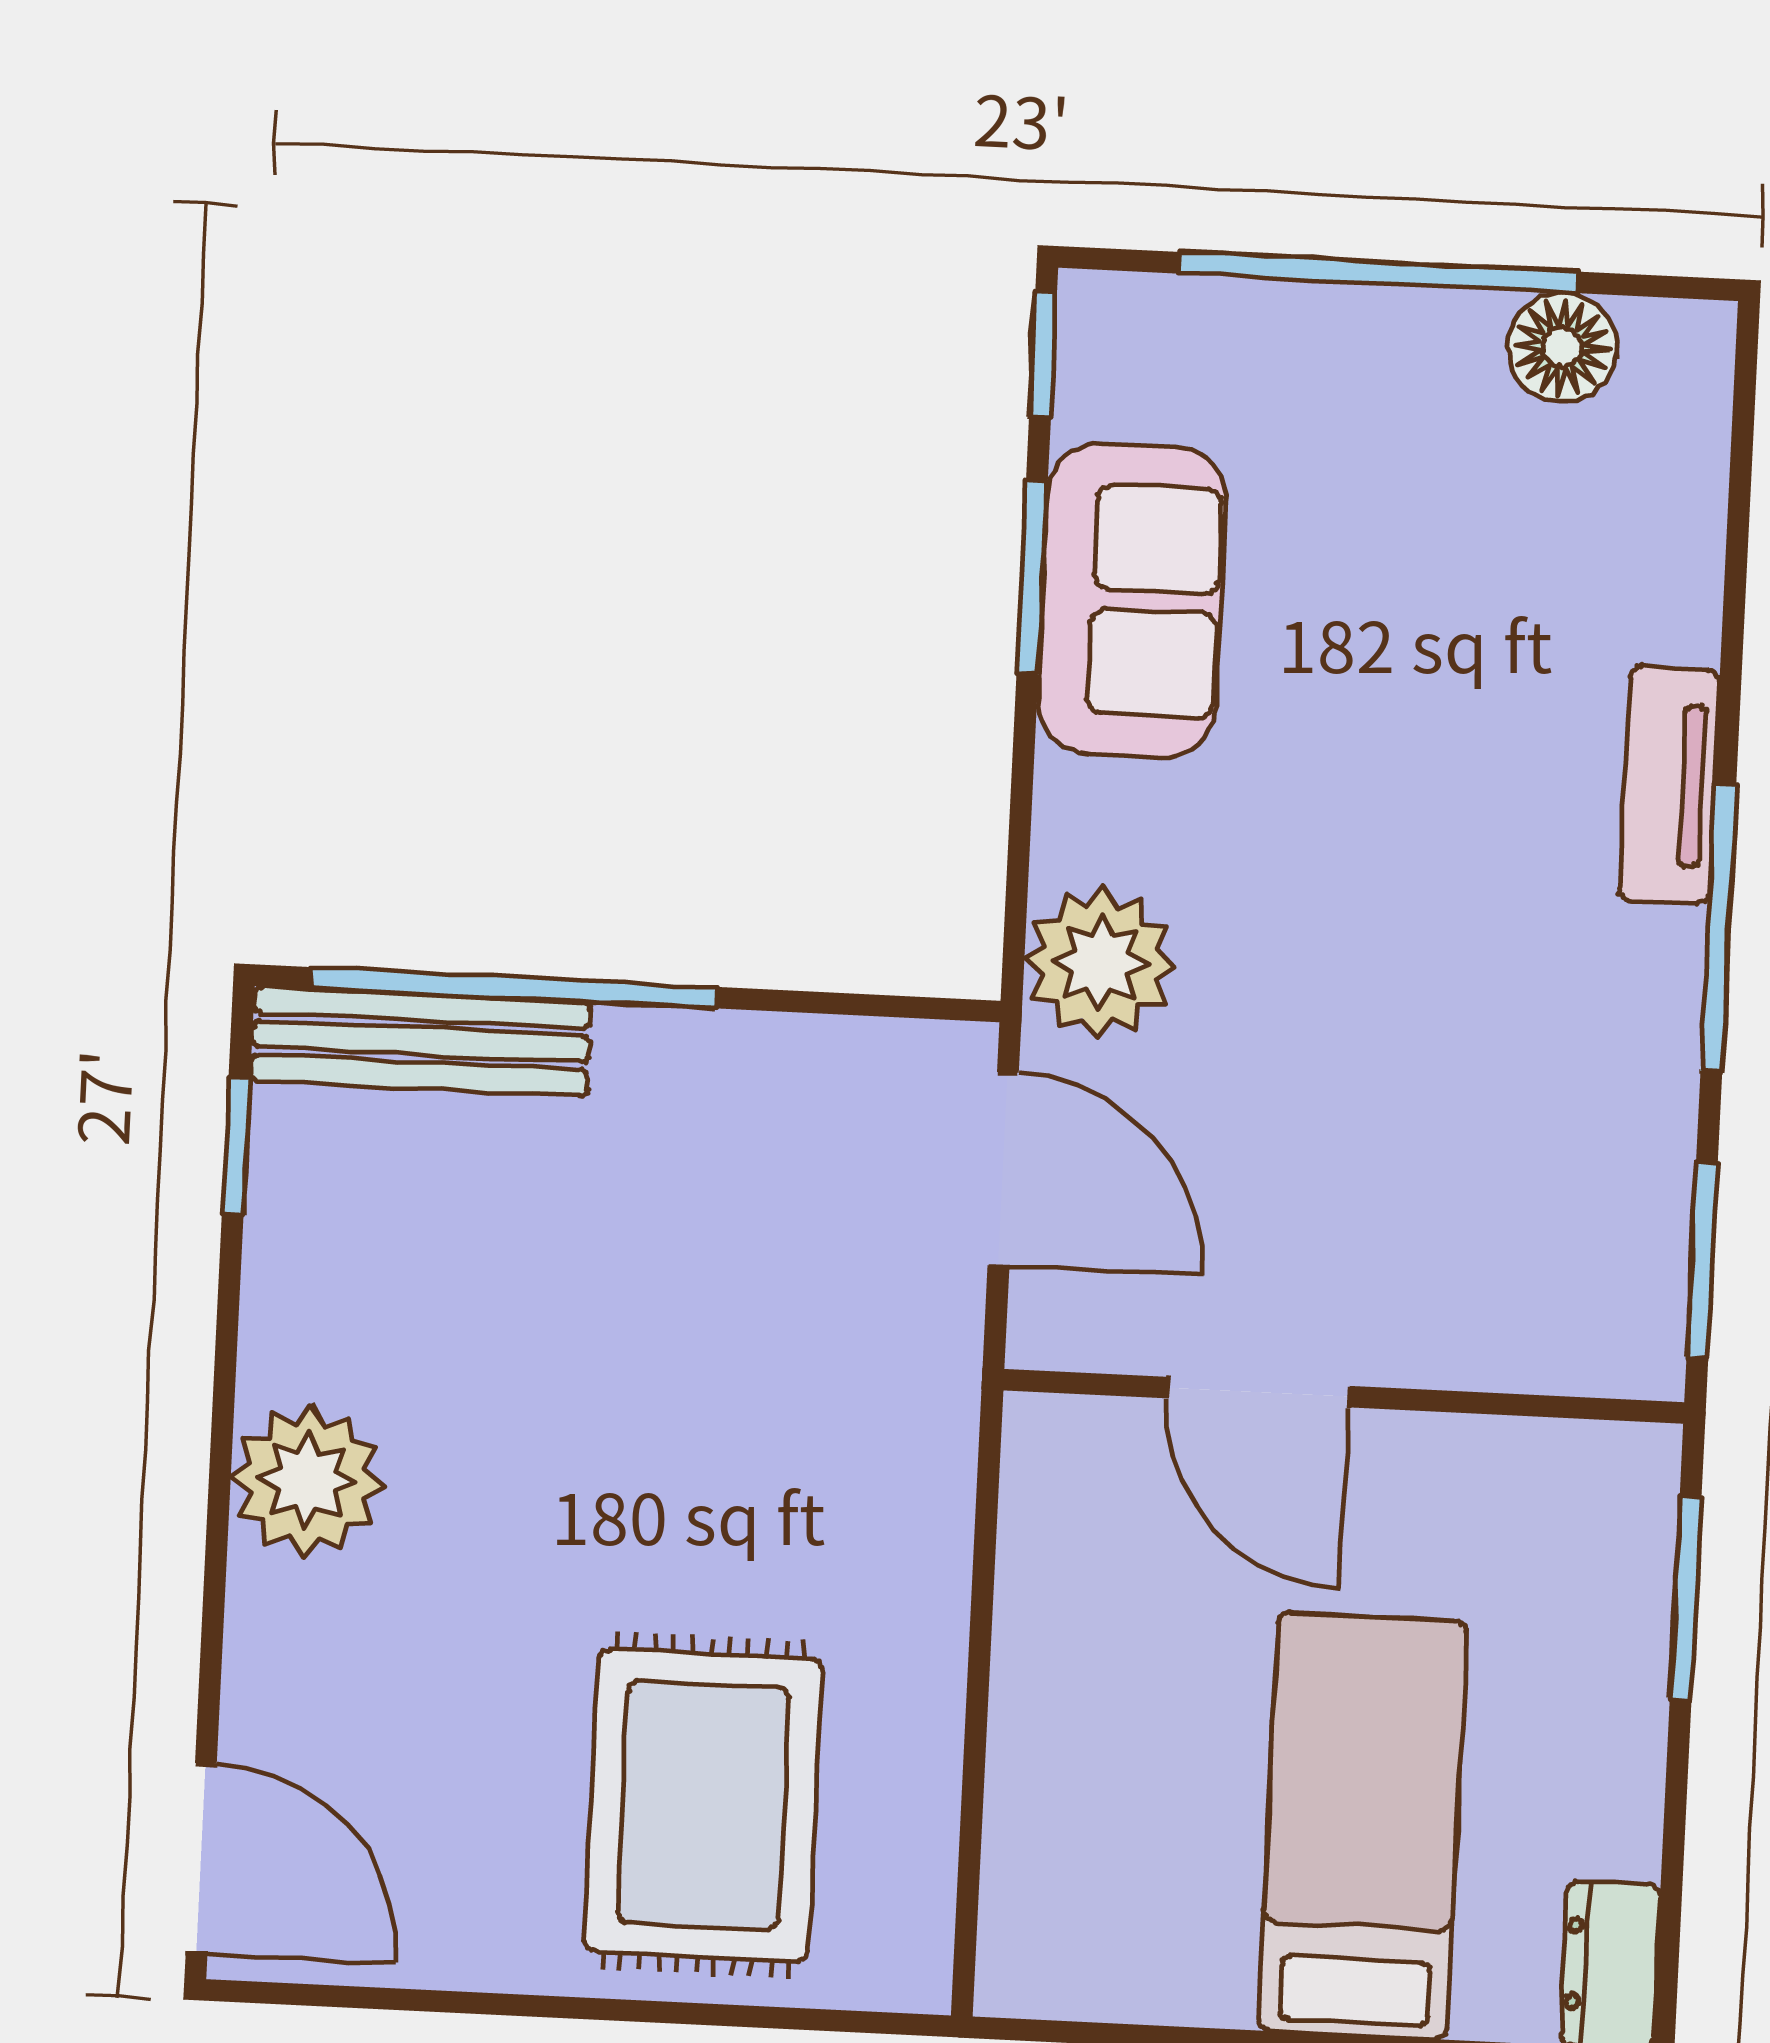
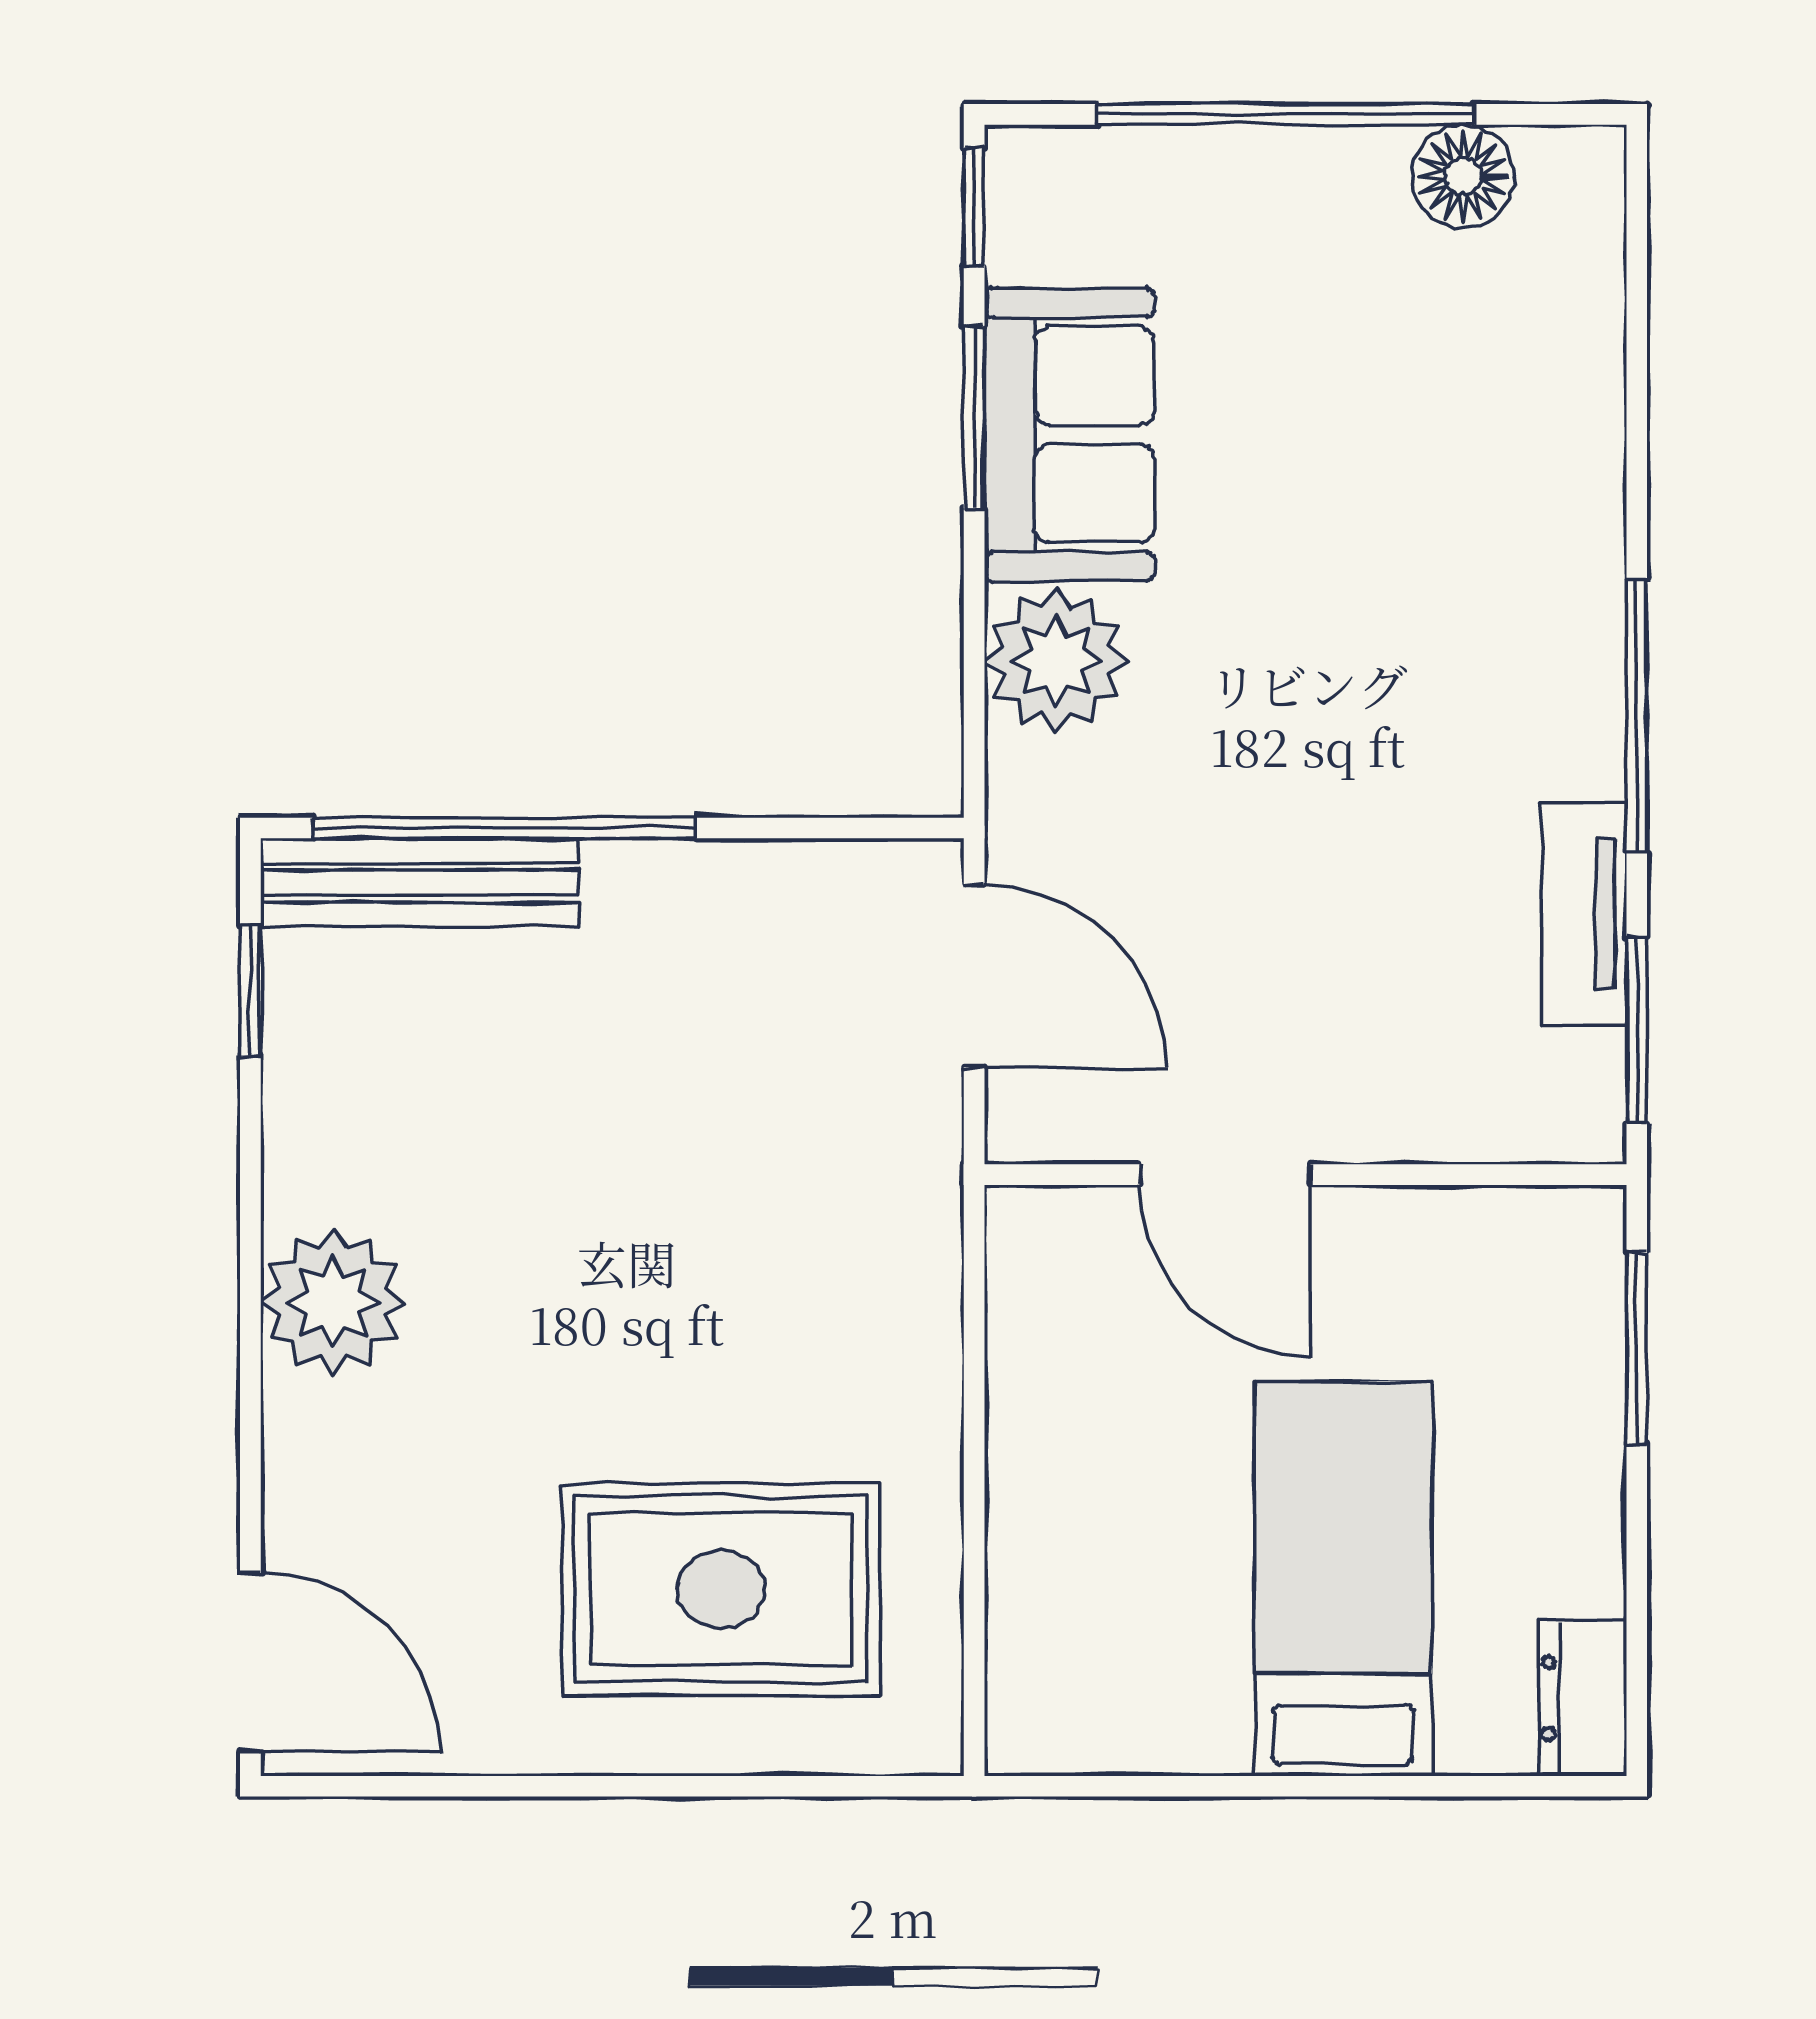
tv unit: (1670, 785) -> (1584, 914), moved
plant: (1100, 963) -> (1056, 661), moved
rug: (703, 1805) -> (721, 1589), turned 90

